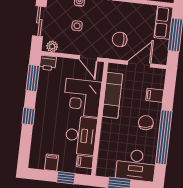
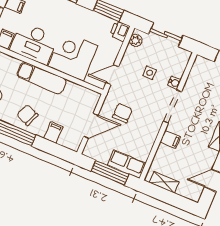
door: (139, 64) -> (91, 126), hinge flipped
exam couch: (112, 95) -> (42, 78), moved
chair: (146, 123) -> (27, 115), turned -148

